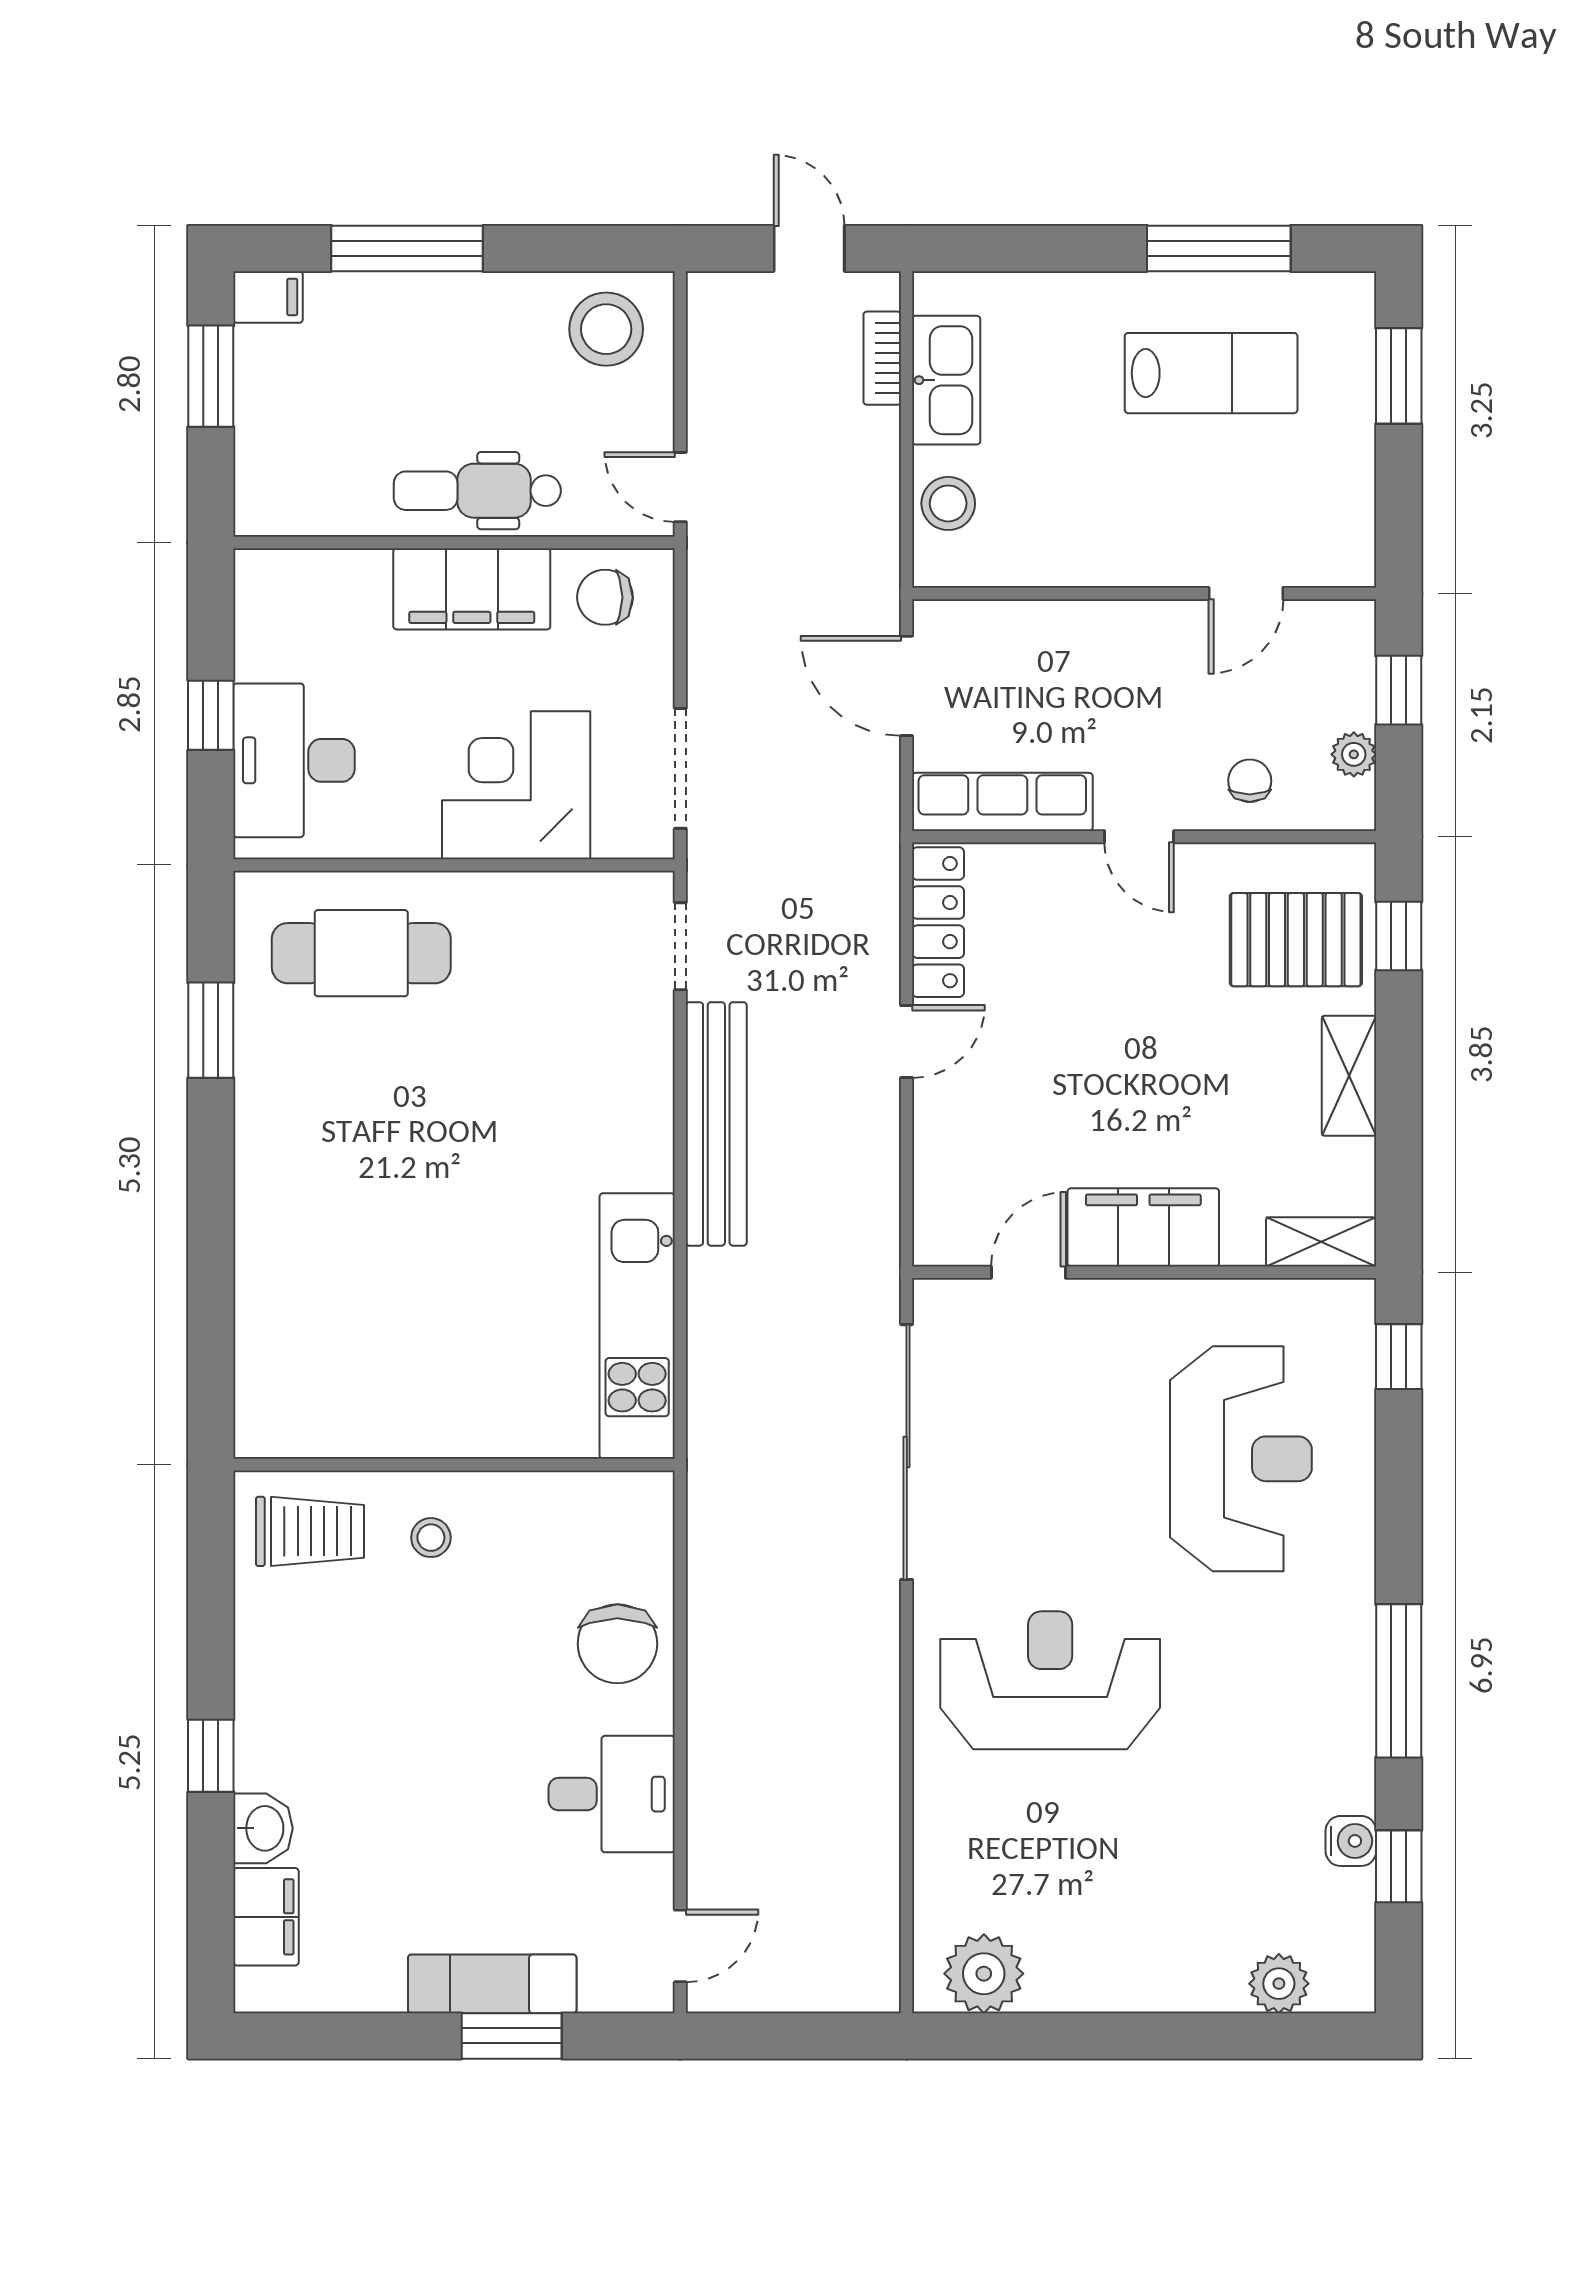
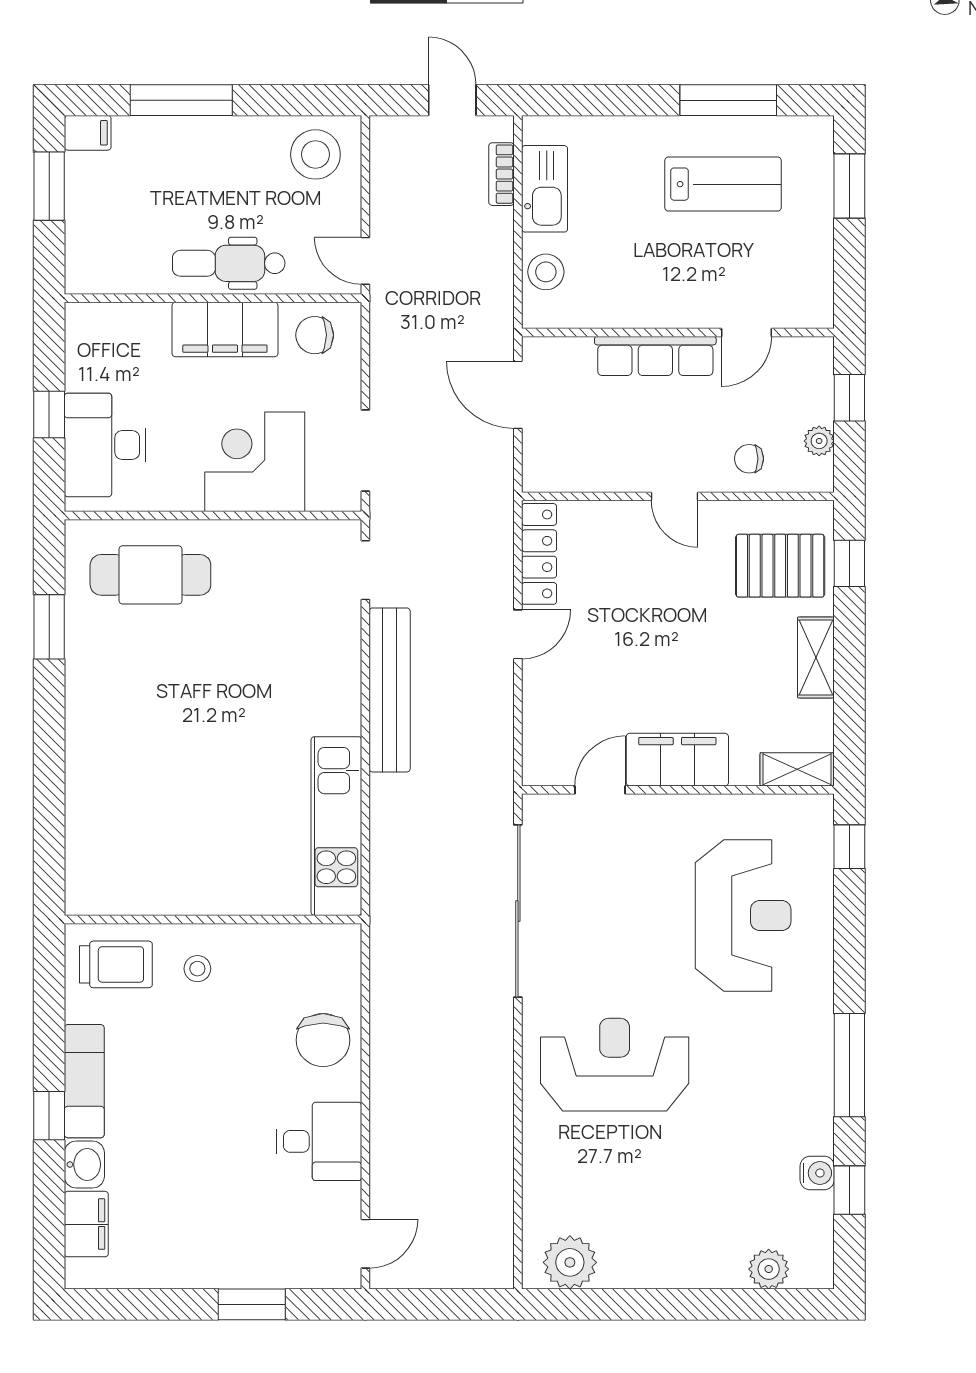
chair: (1250, 781) -> (749, 459), turned -90
row of seats: (1002, 802) -> (655, 356), moved, turned 180
exam couch: (492, 1984) -> (84, 1081), moved, turned 90

